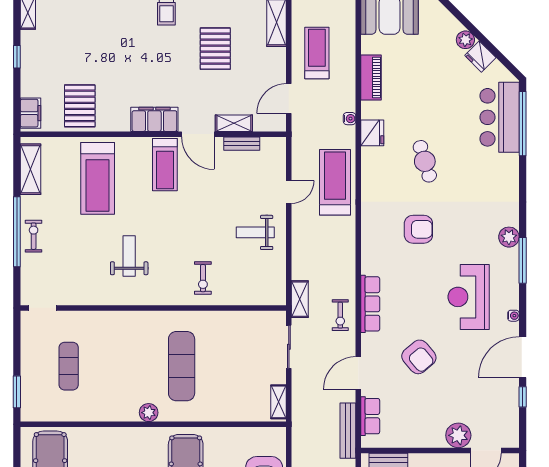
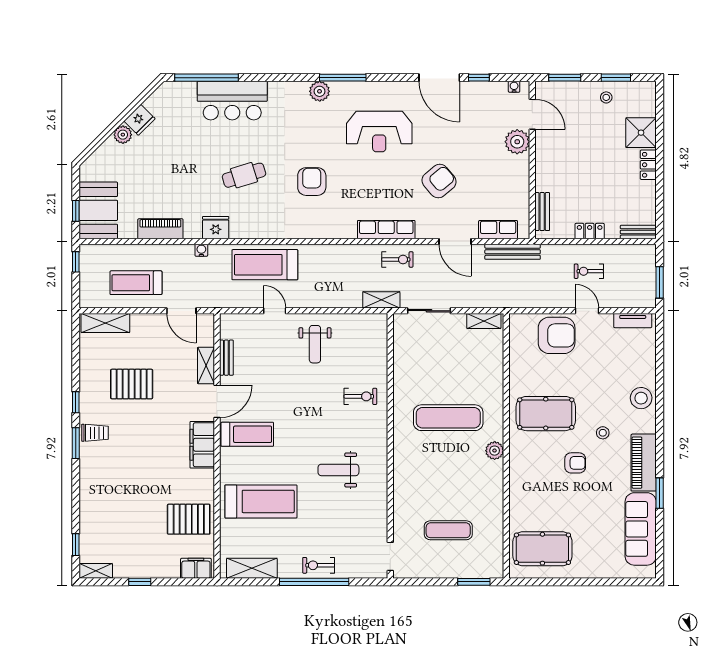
bar counter: (500, 117) -> (232, 101), moved
water cooler: (513, 316) -> (514, 87), moved

